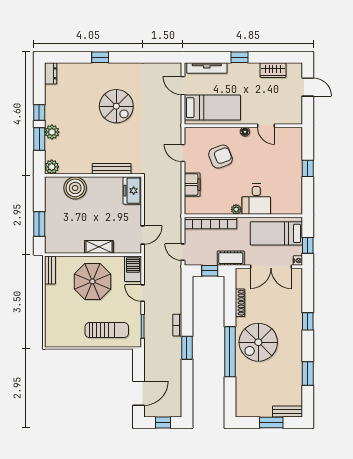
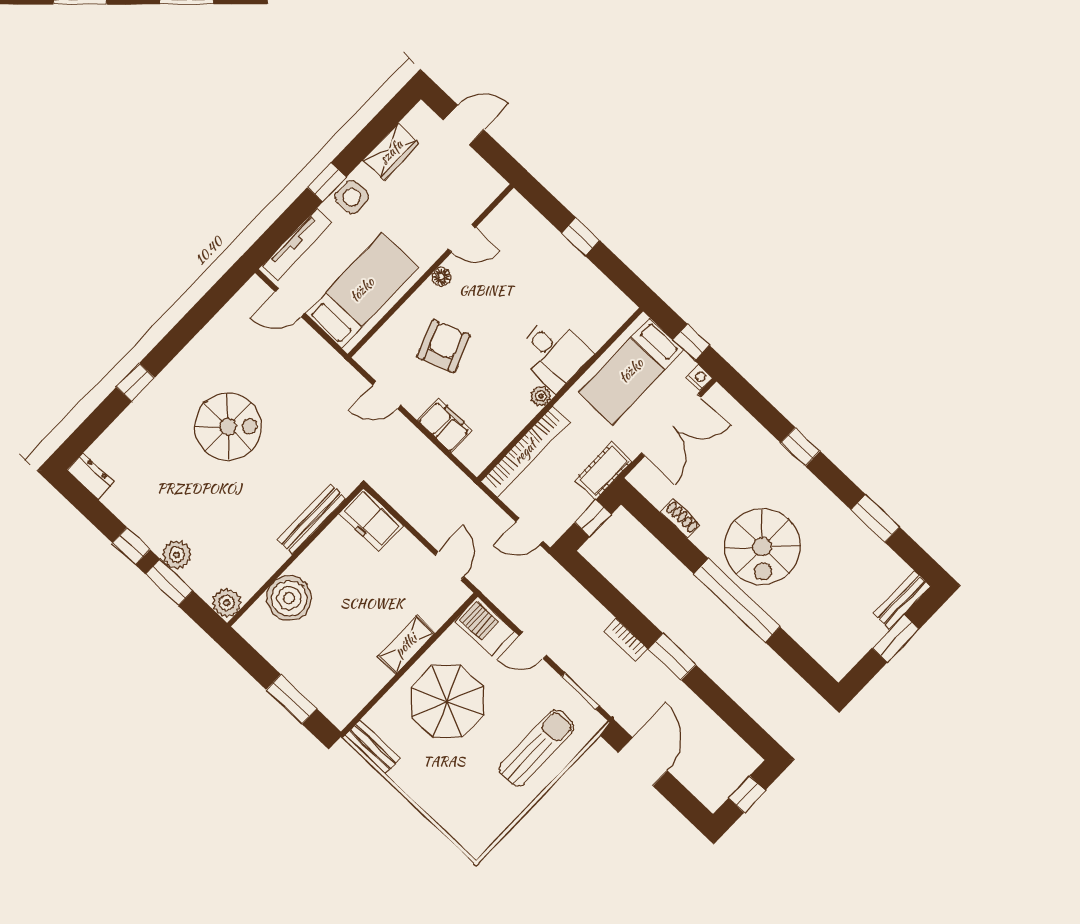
side table: (243, 71) -> (352, 197), added
shoe rack: (240, 303) -> (680, 519), width x0.70
door: (139, 393) -> (643, 762), moved

